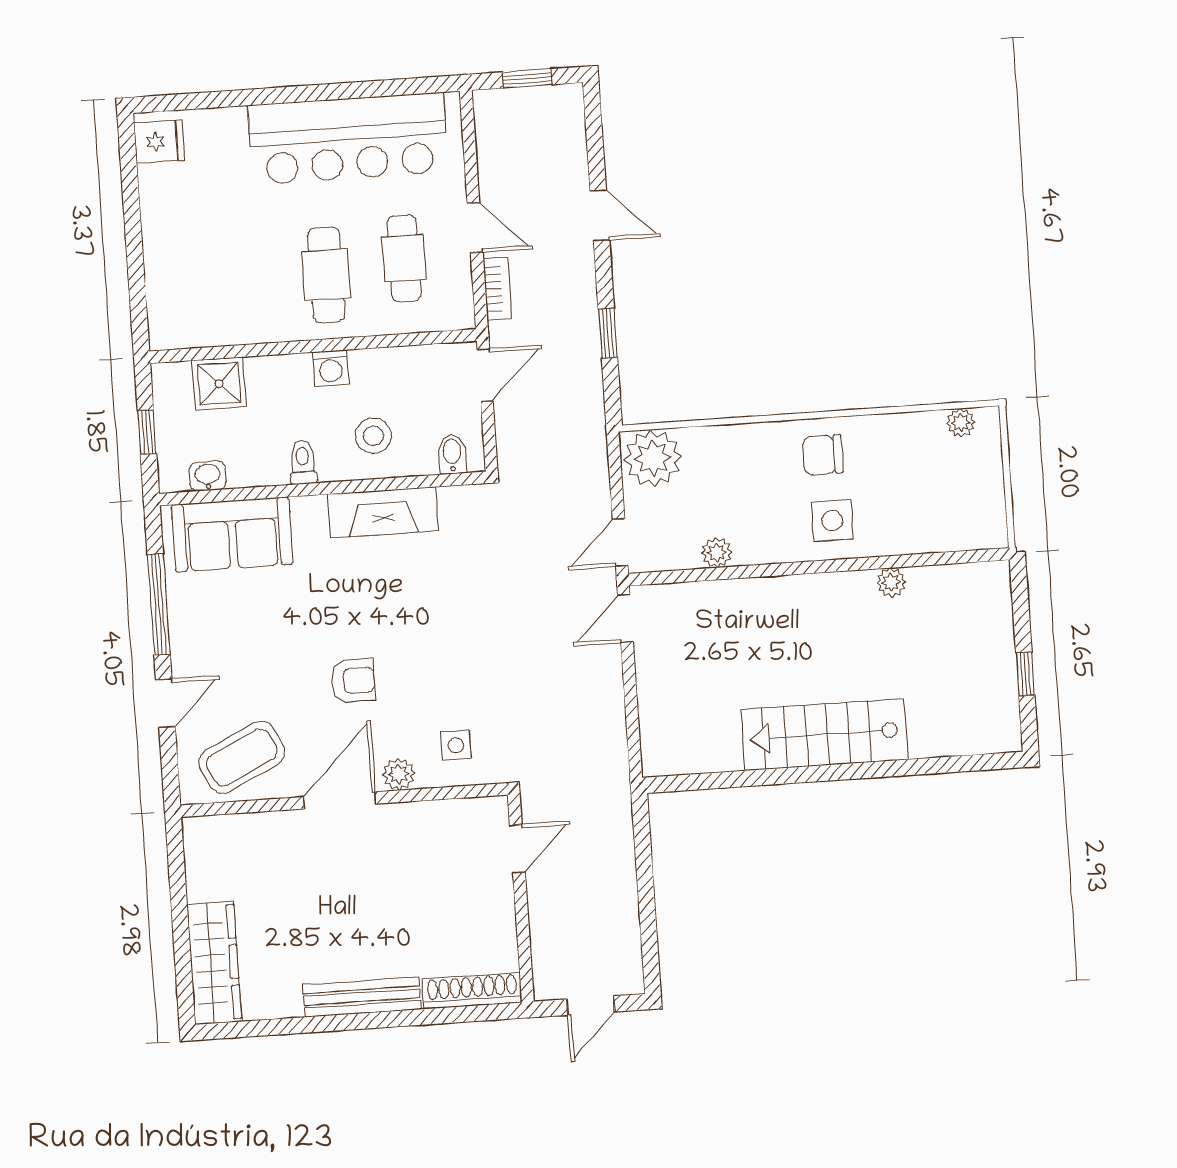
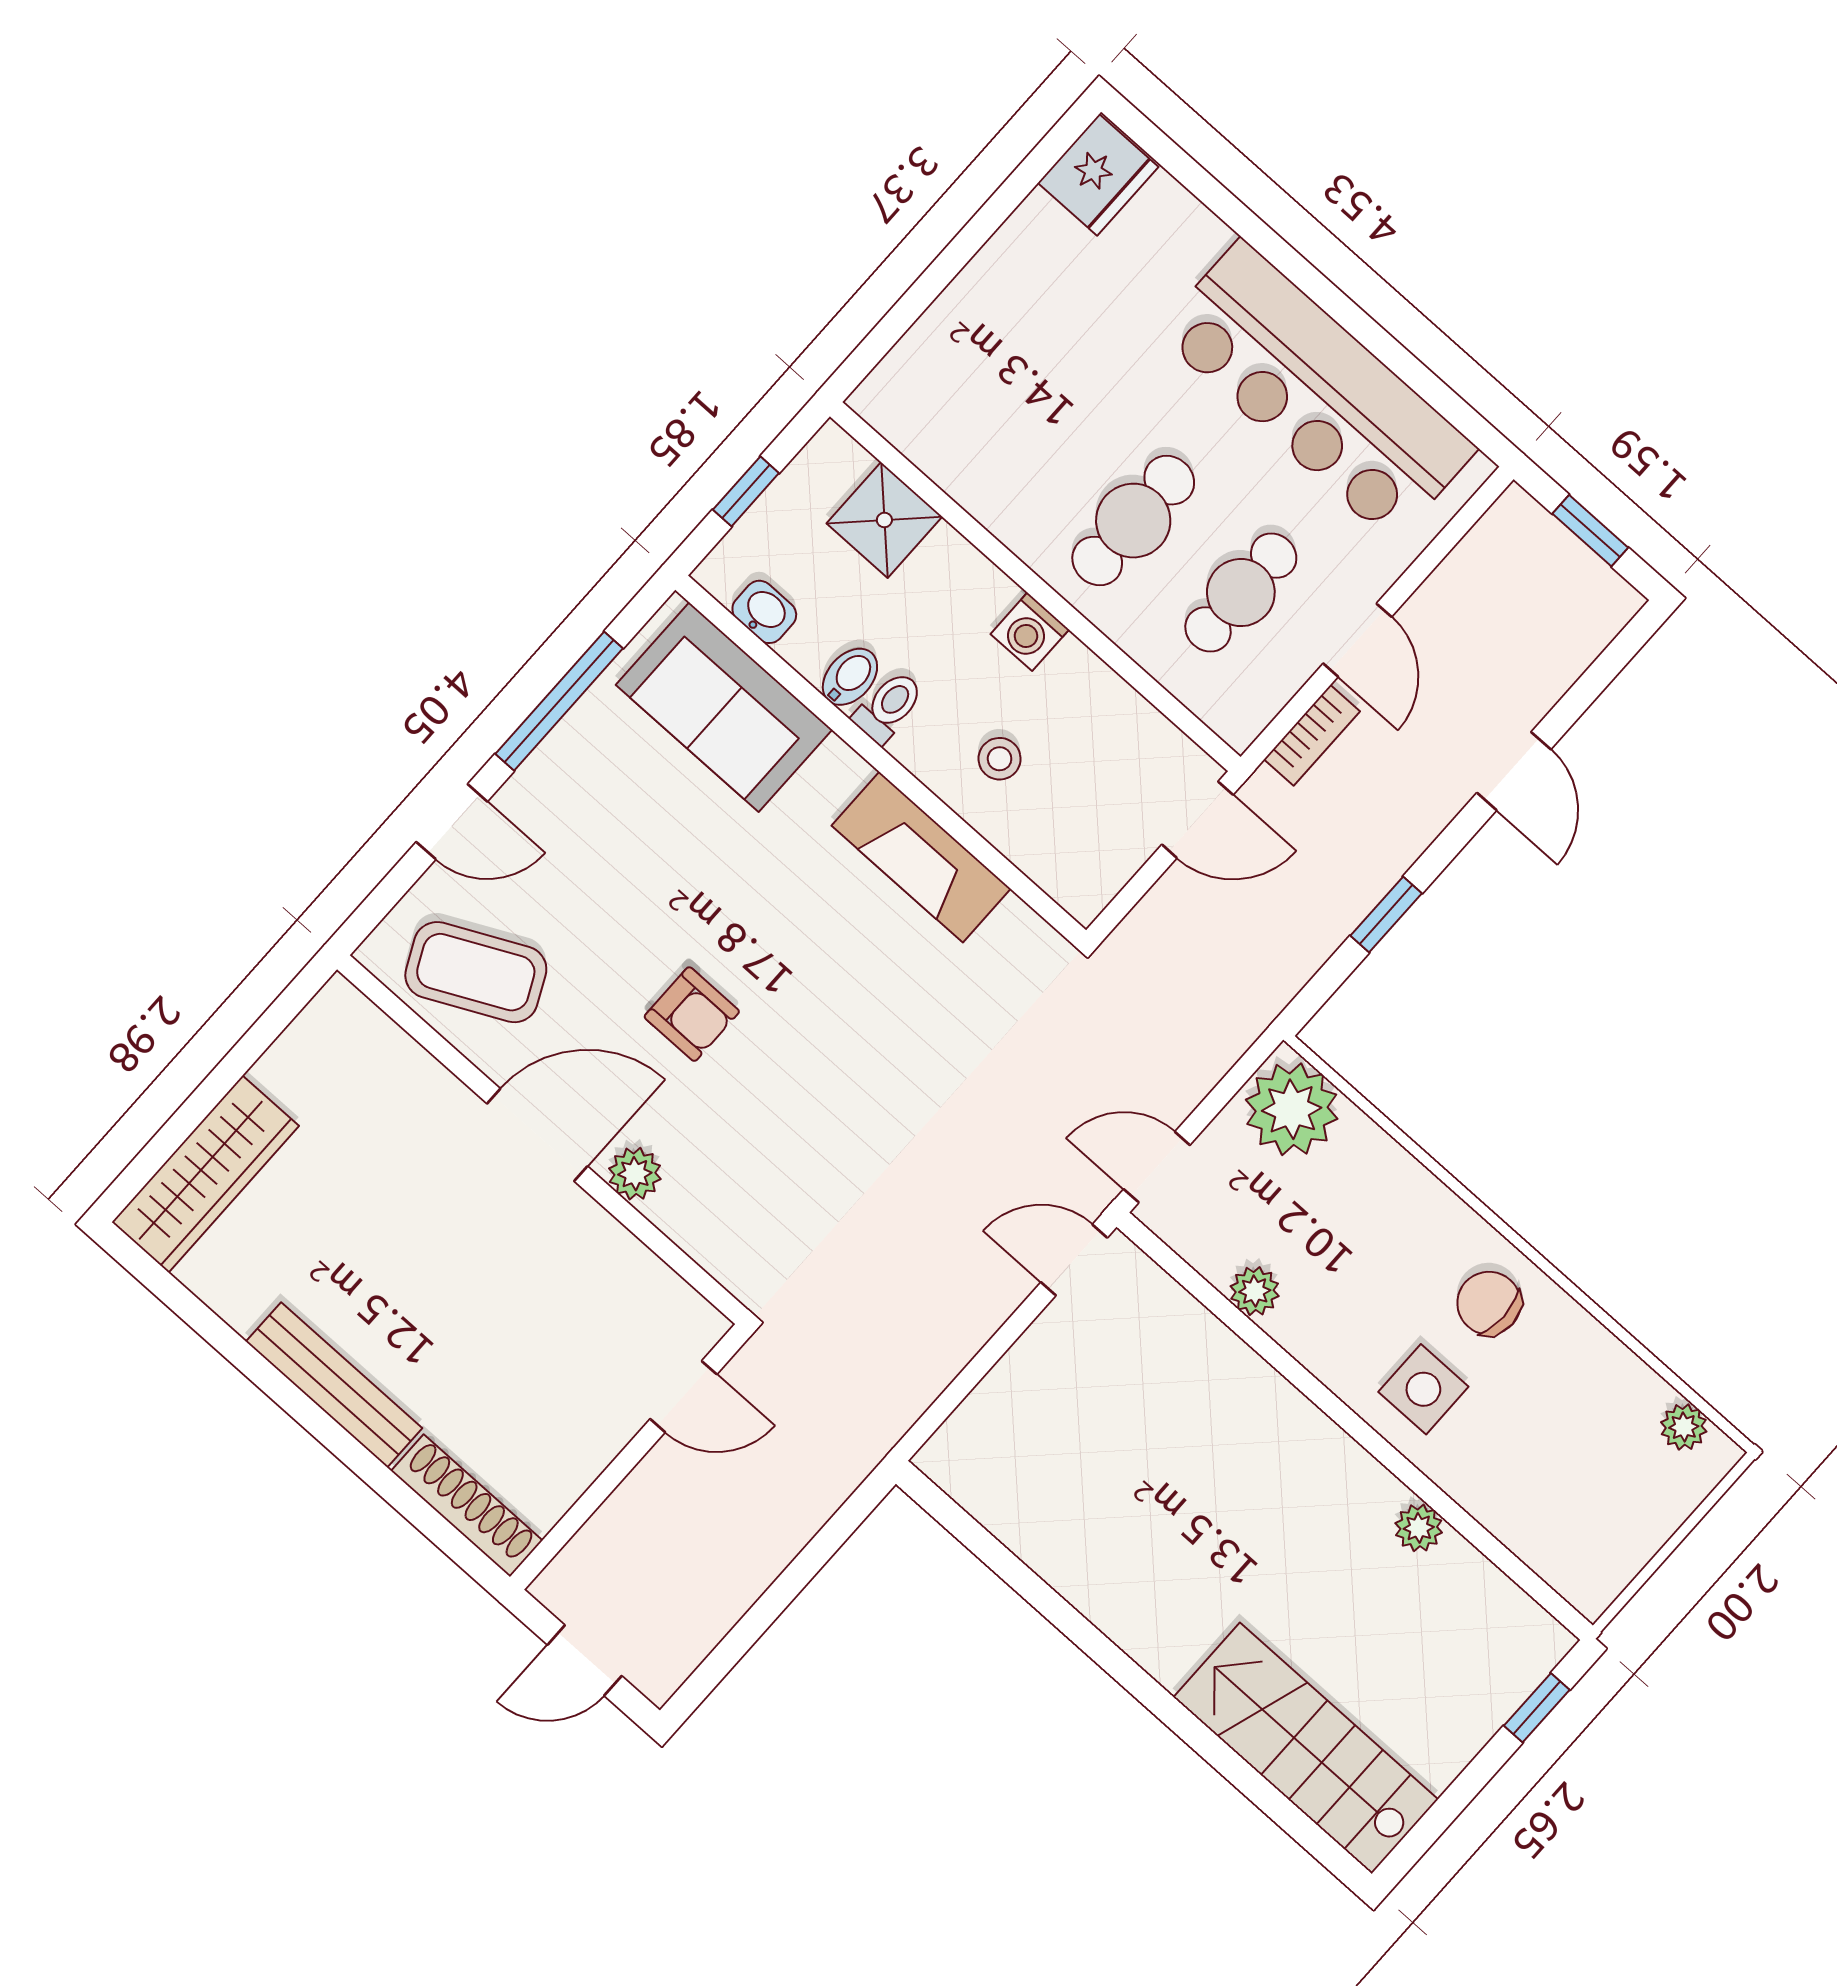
fridge: (159, 142) -> (1098, 175), width x1.38
stool: (373, 436) -> (1000, 759), width x0.73, depth x0.73
bidet: (452, 454) -> (850, 677), moved
window: (1025, 674) -> (1537, 1708), moved
stairs: (824, 735) -> (1306, 1748), moved
side table: (456, 745) -> (734, 1207), removed

